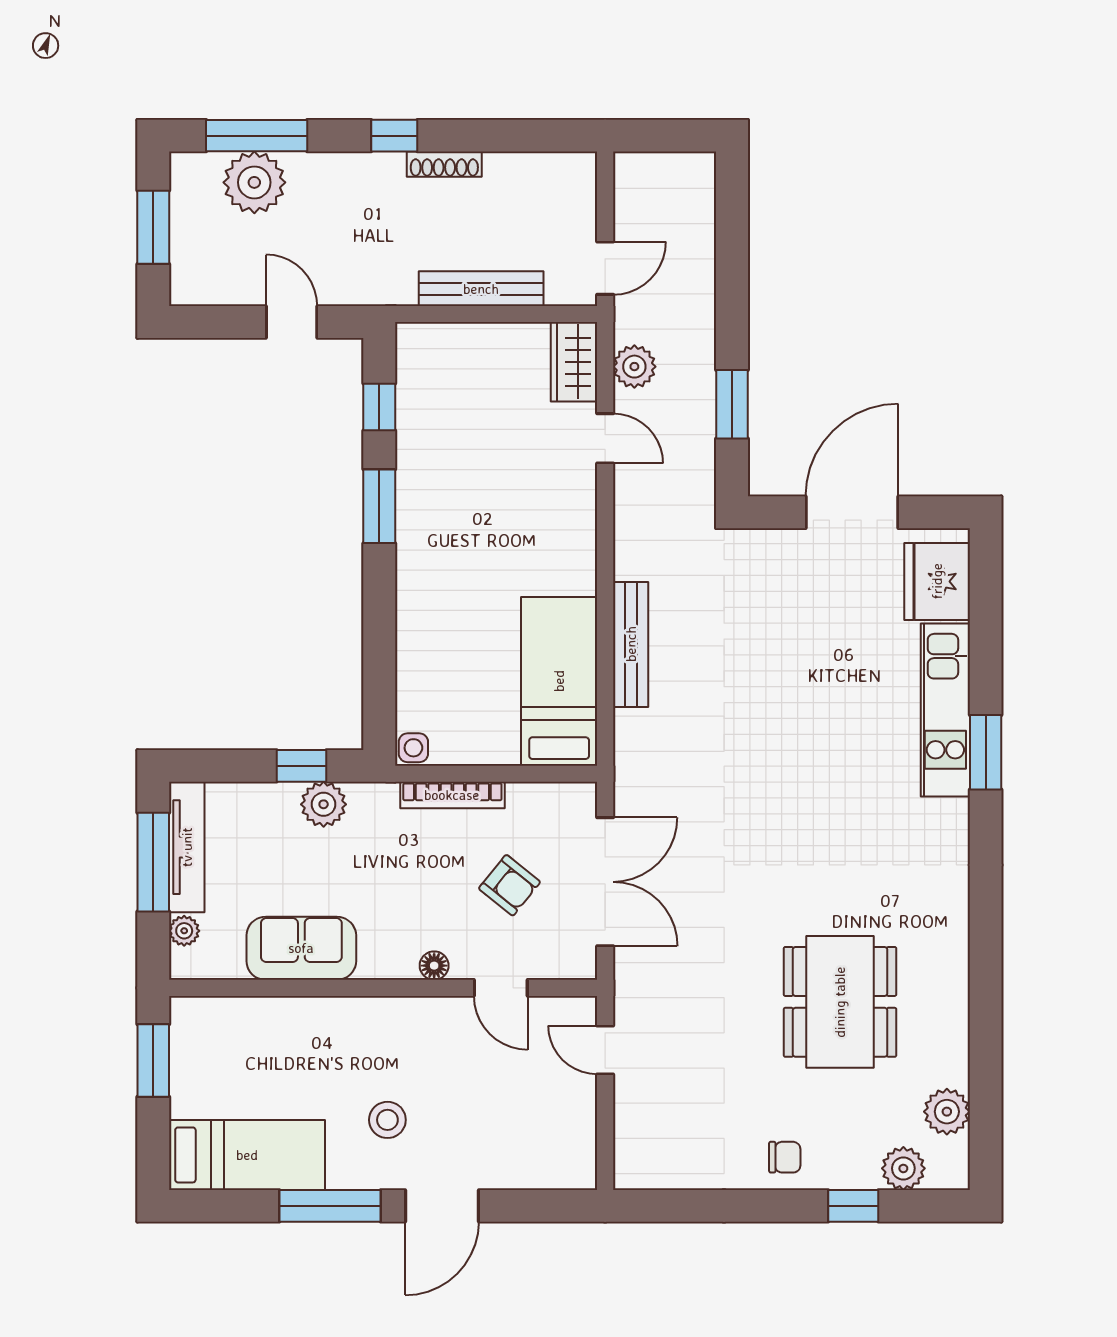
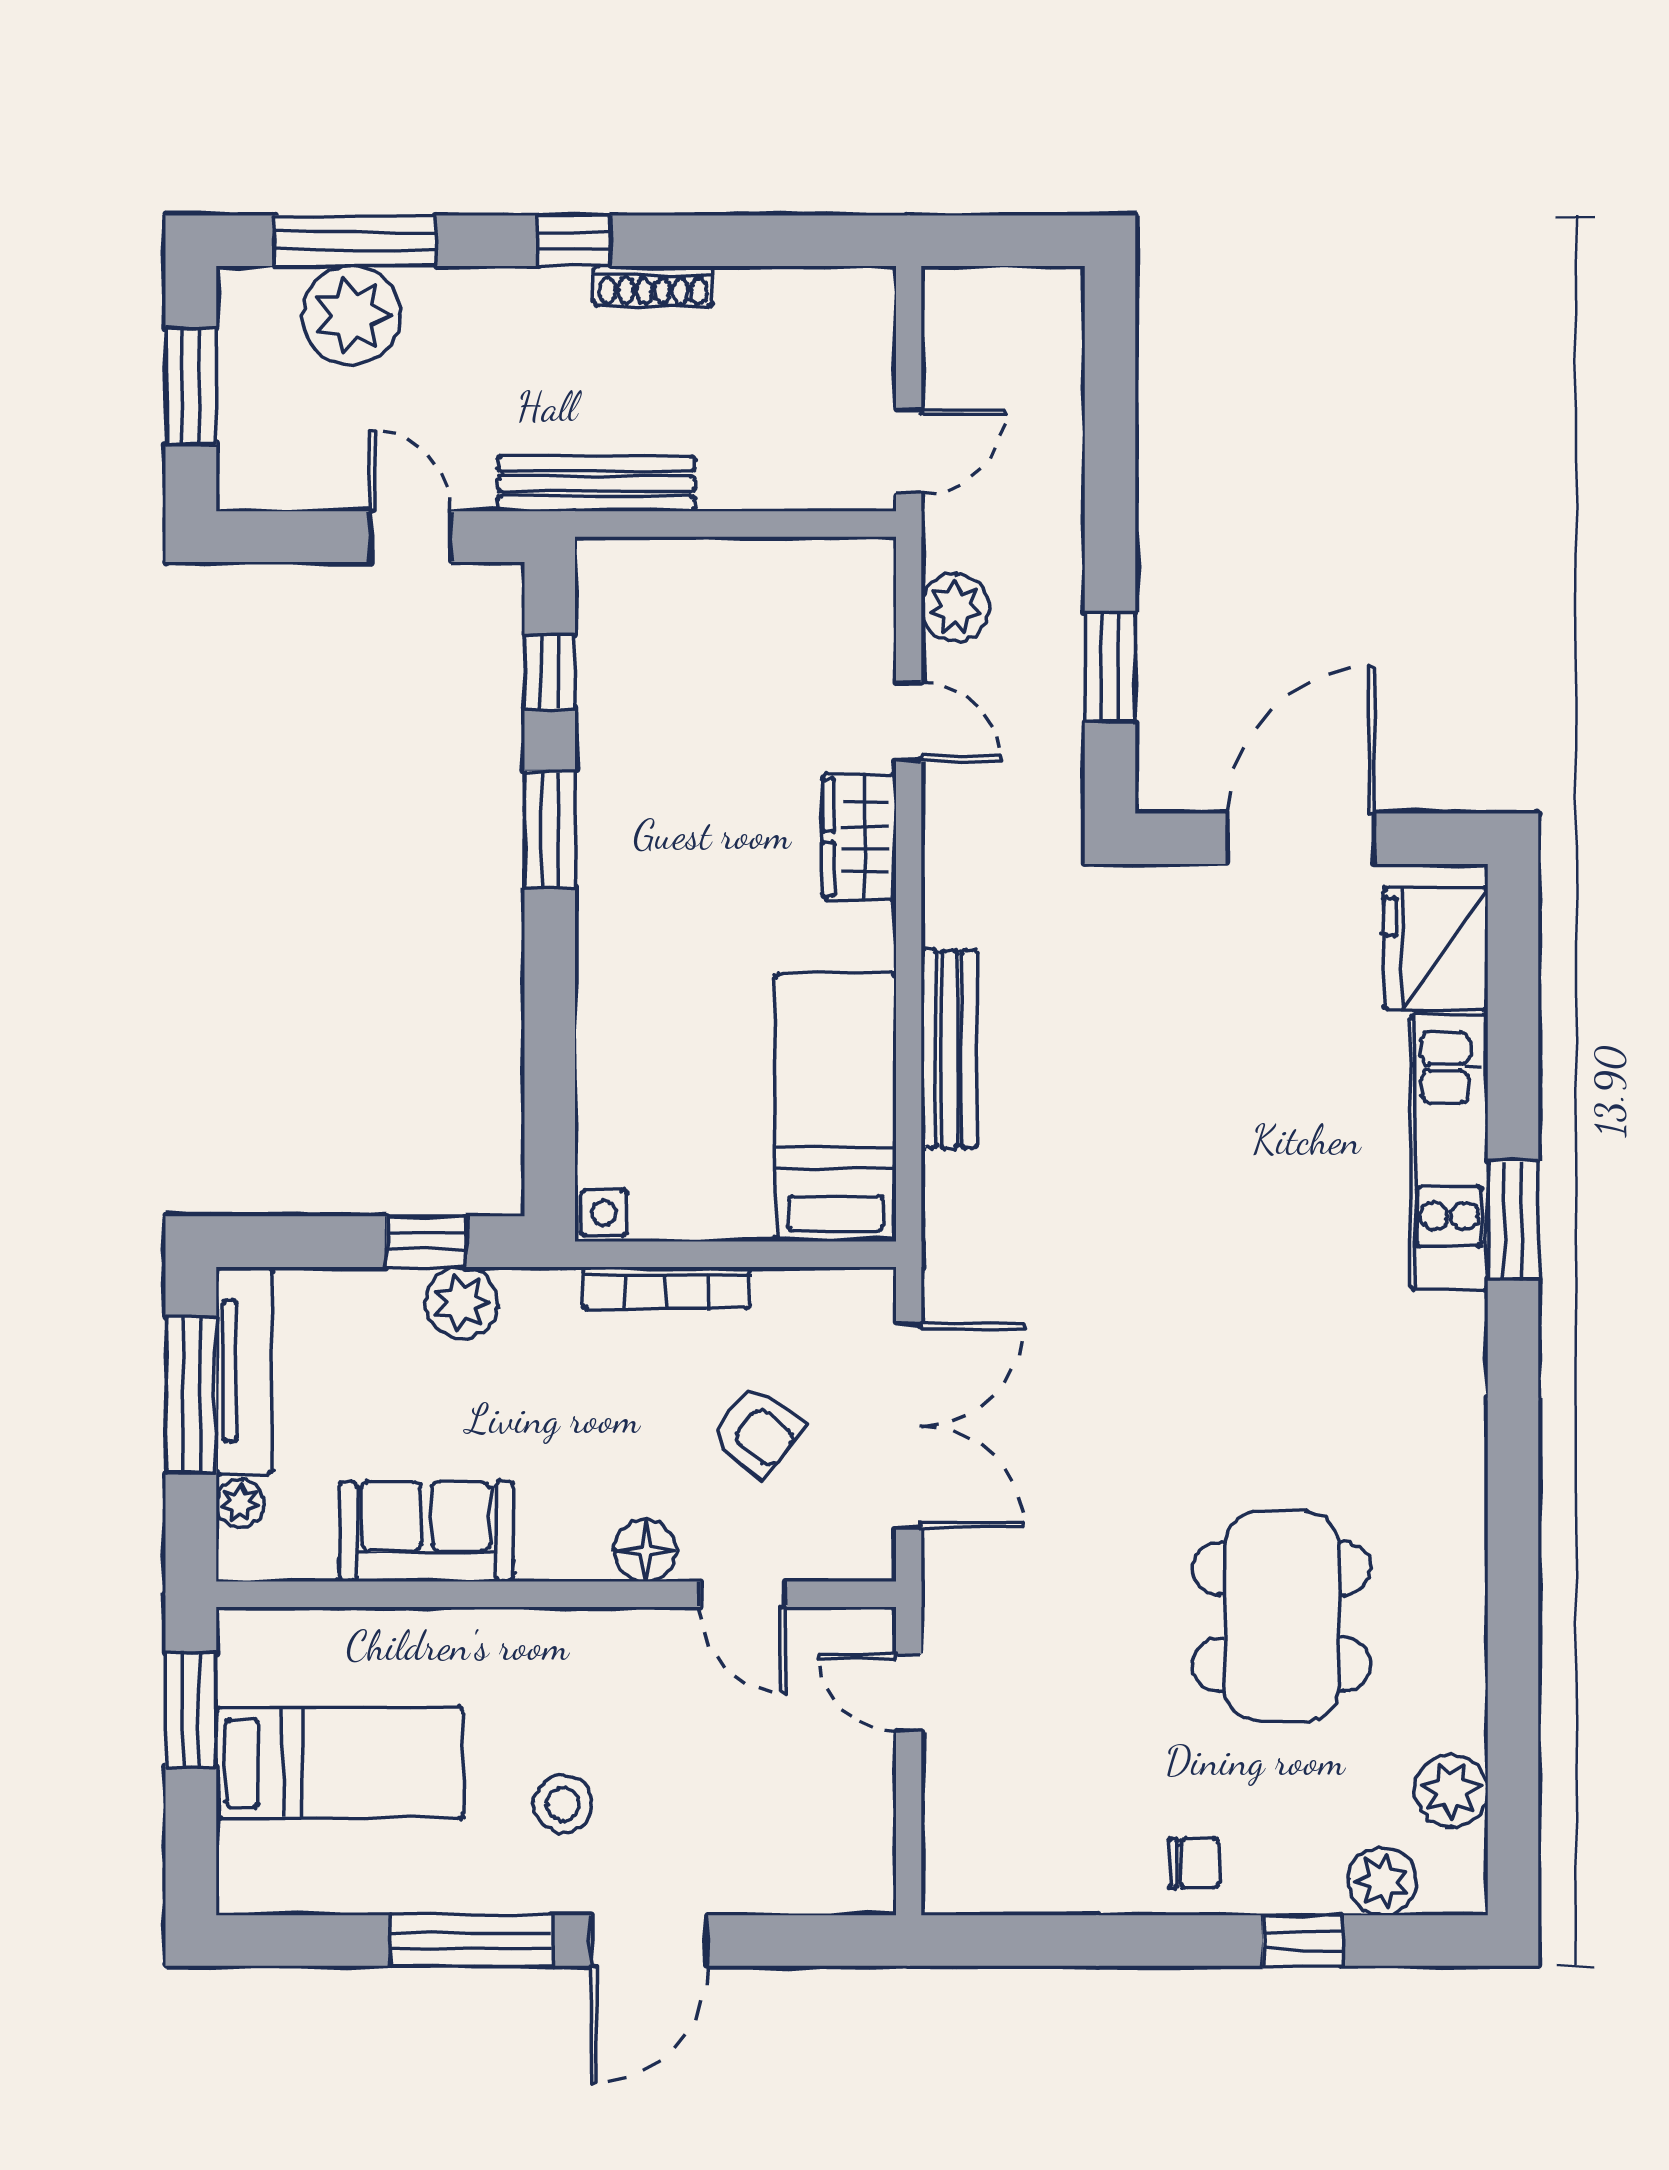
bench: (481, 289) -> (596, 484), moved
wardrobe: (574, 362) -> (859, 837), moved
floor lamp: (434, 966) -> (646, 1550), width x1.37, depth x1.37
bed: (247, 1155) -> (340, 1763), moved

